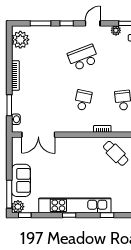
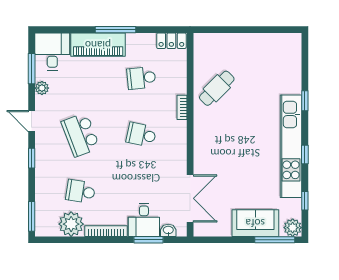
window: (41, 23) -> (32, 216), moved
plant: (20, 40) -> (71, 224), moved
school desk: (43, 58) -> (81, 192), added
desk: (23, 102) -> (144, 220), added
window: (25, 215) -> (305, 201), moved

